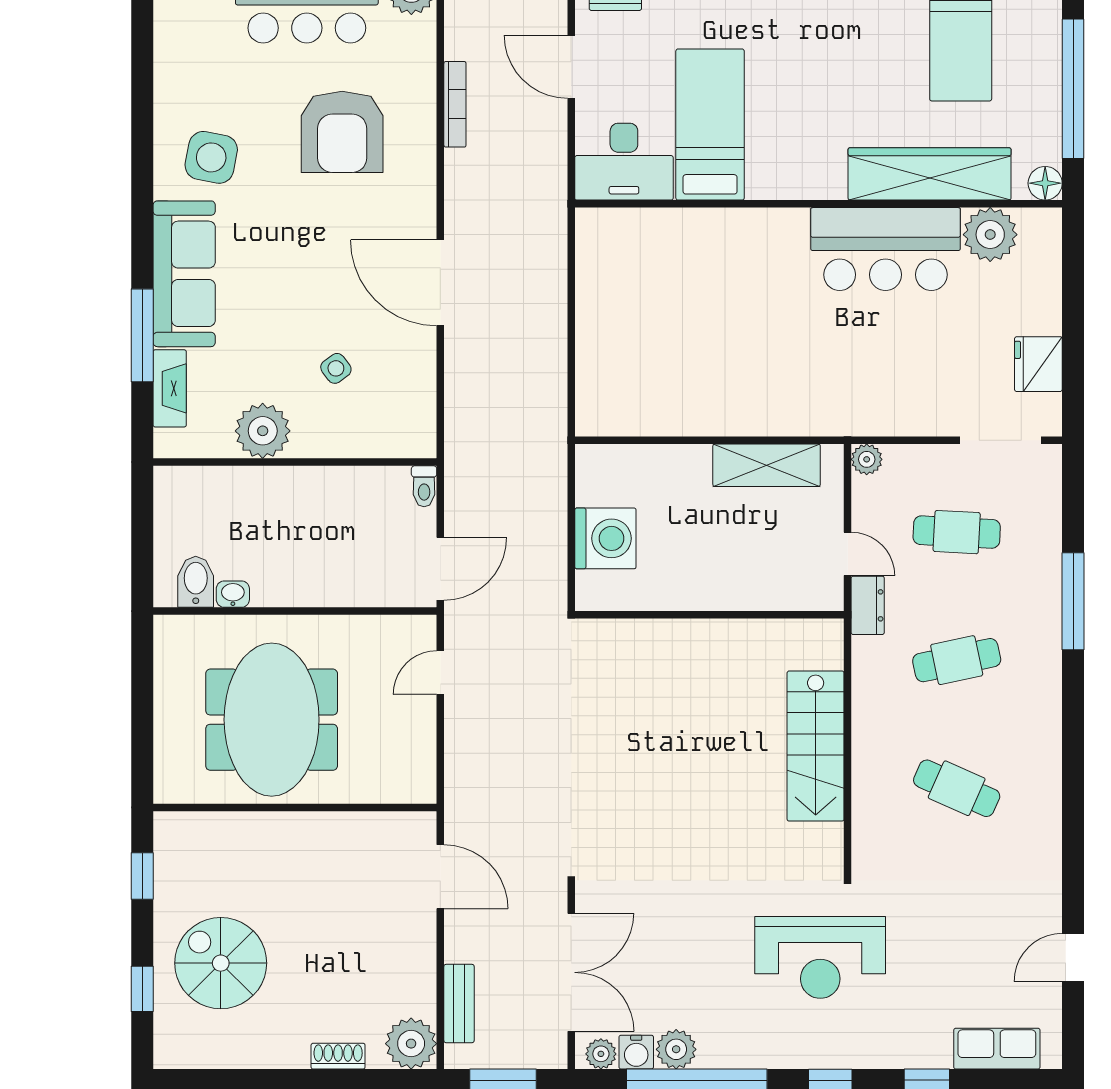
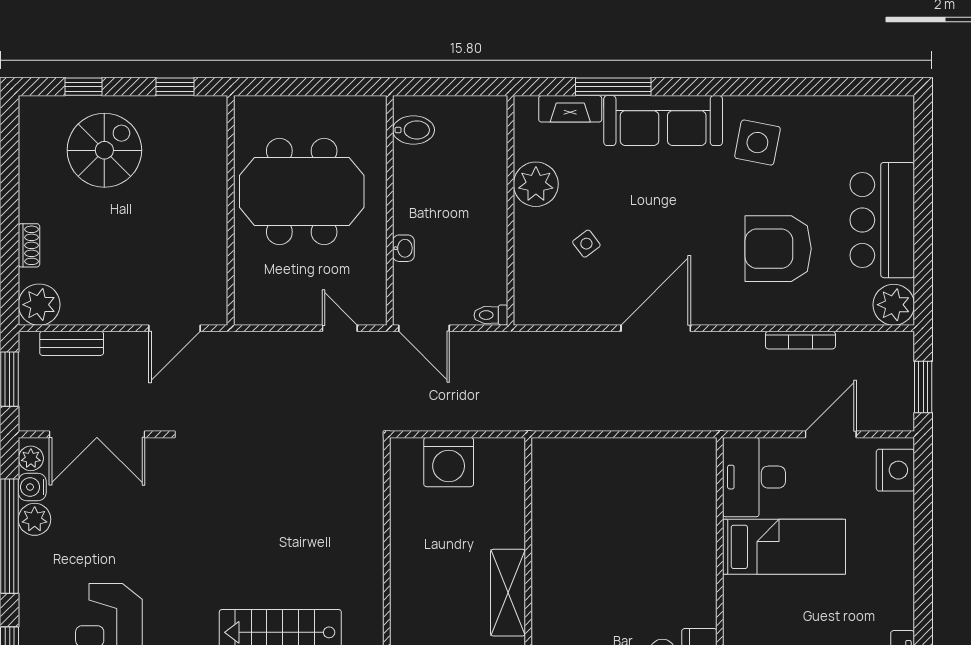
washbasin: (233, 594) -> (403, 248), moved

